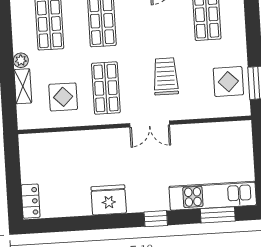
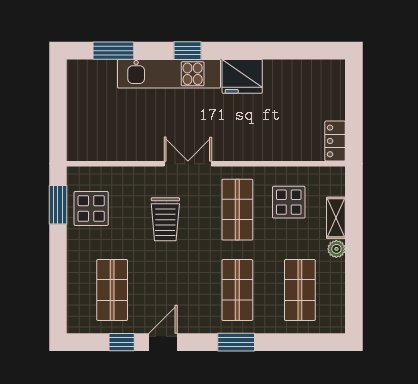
kitchen unit: (213, 196) -> (169, 74), moved
locker: (31, 201) -> (335, 141), moved

